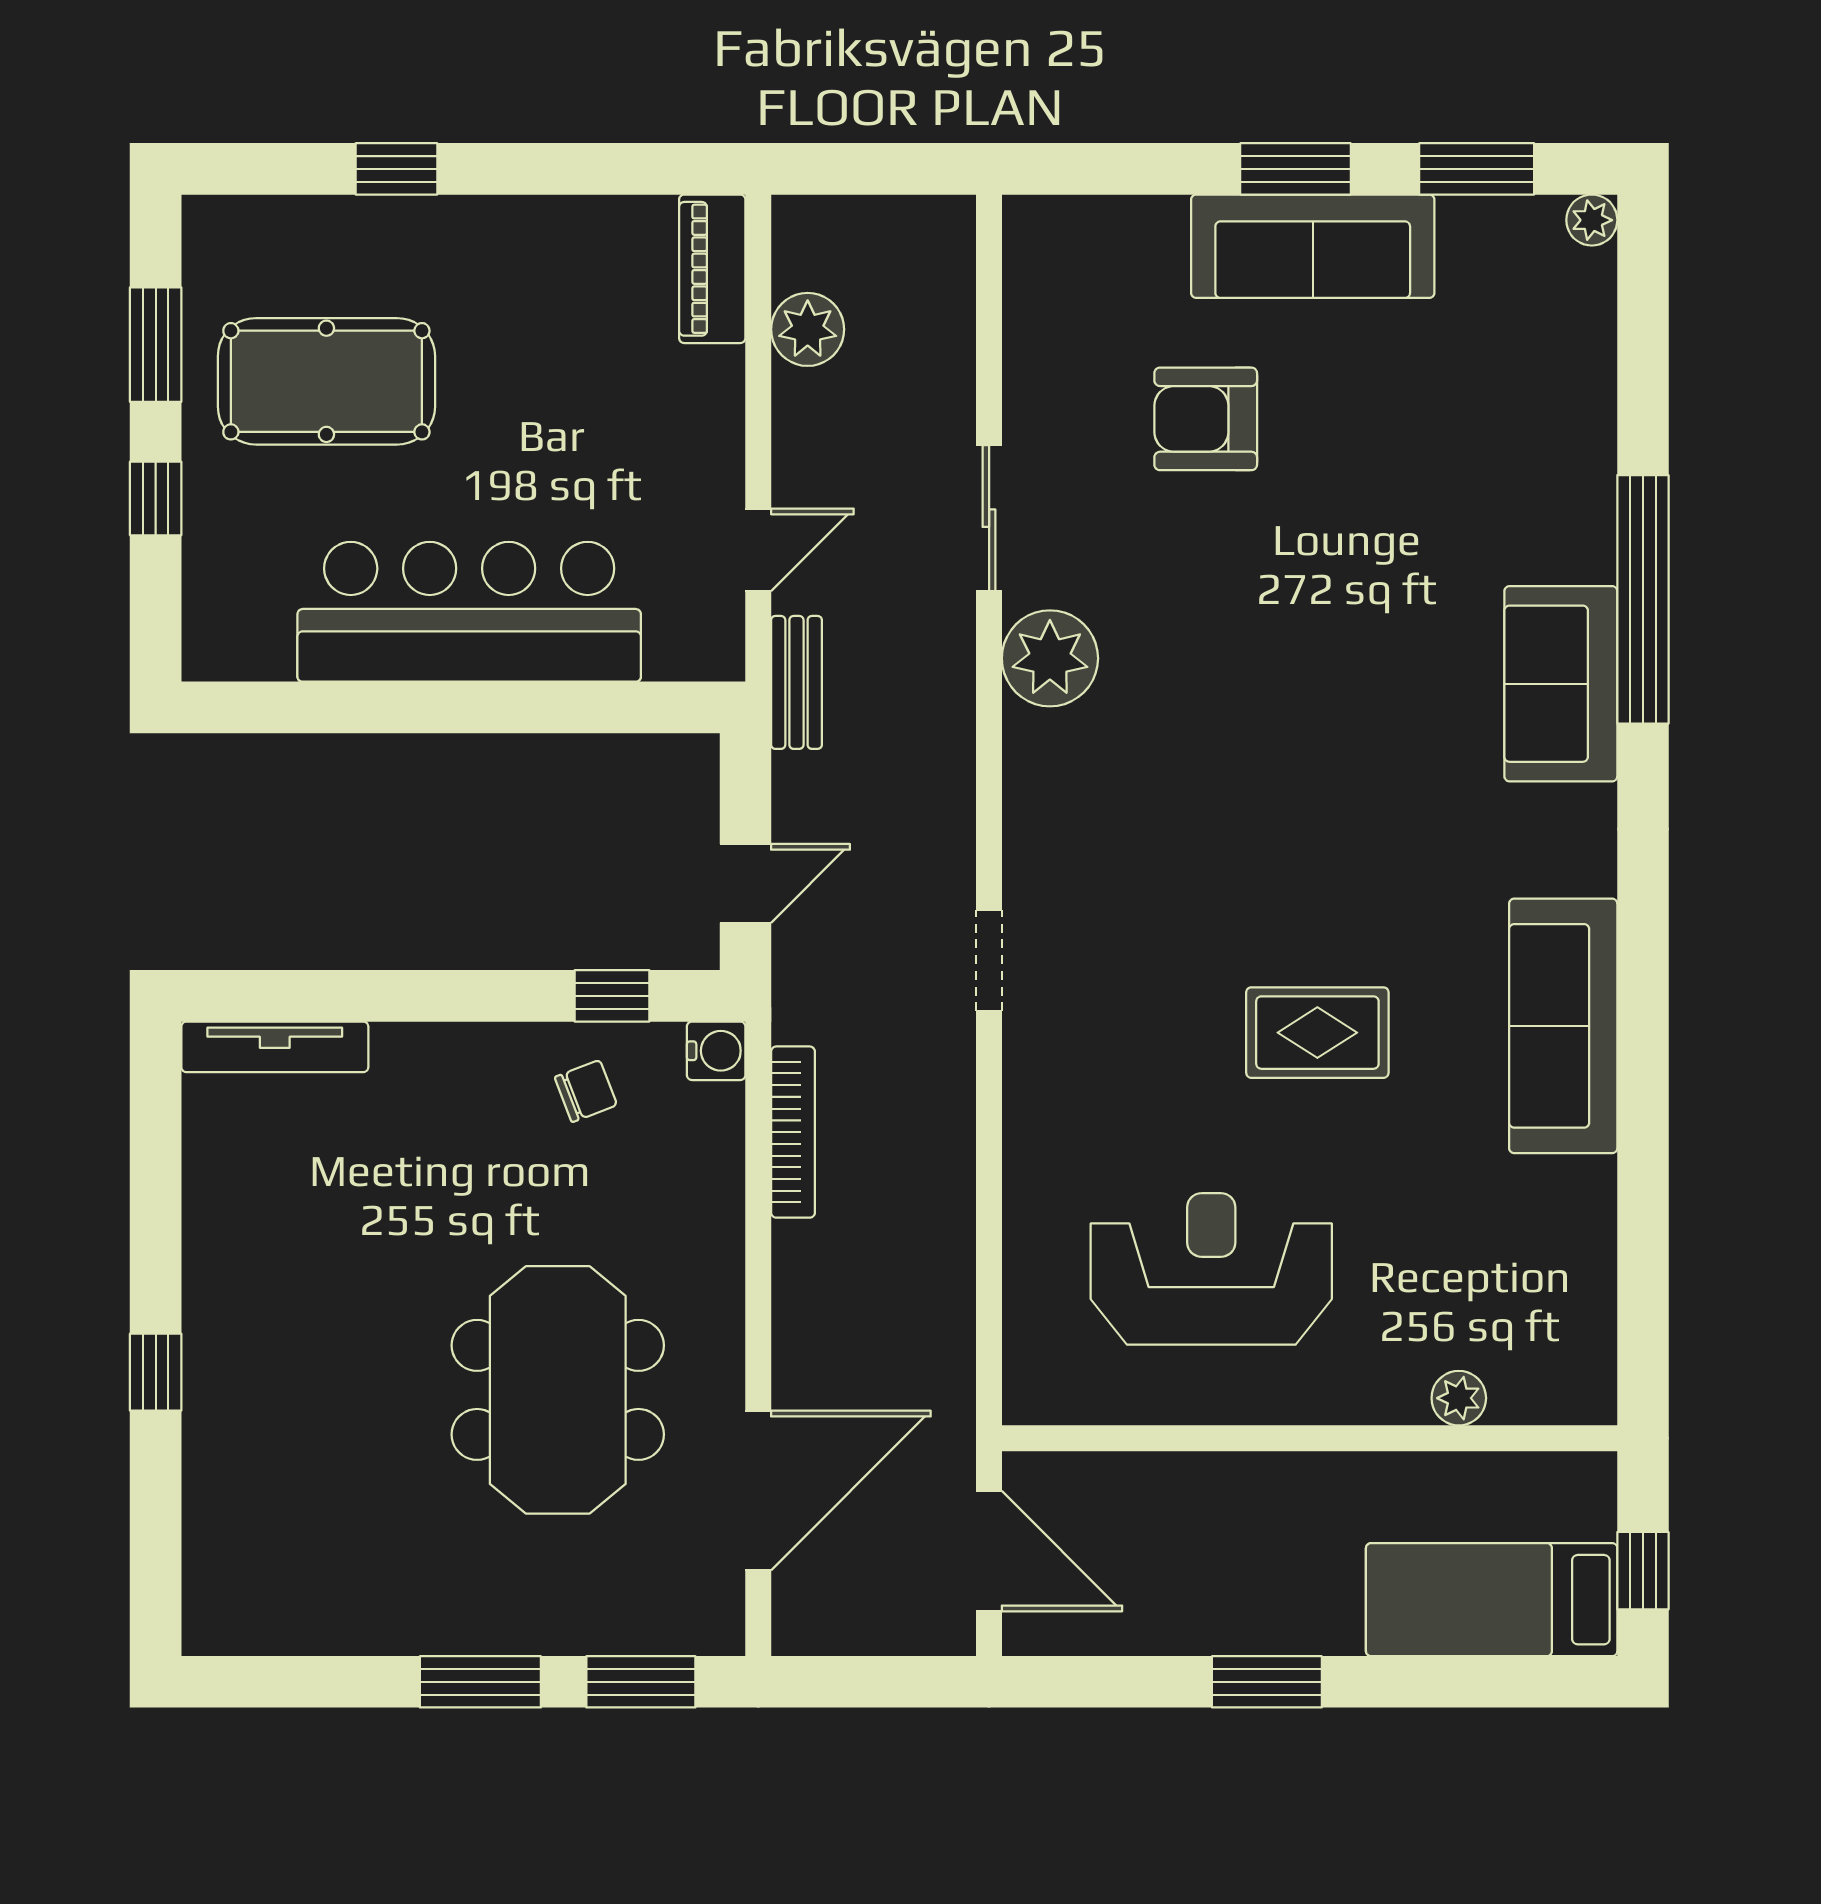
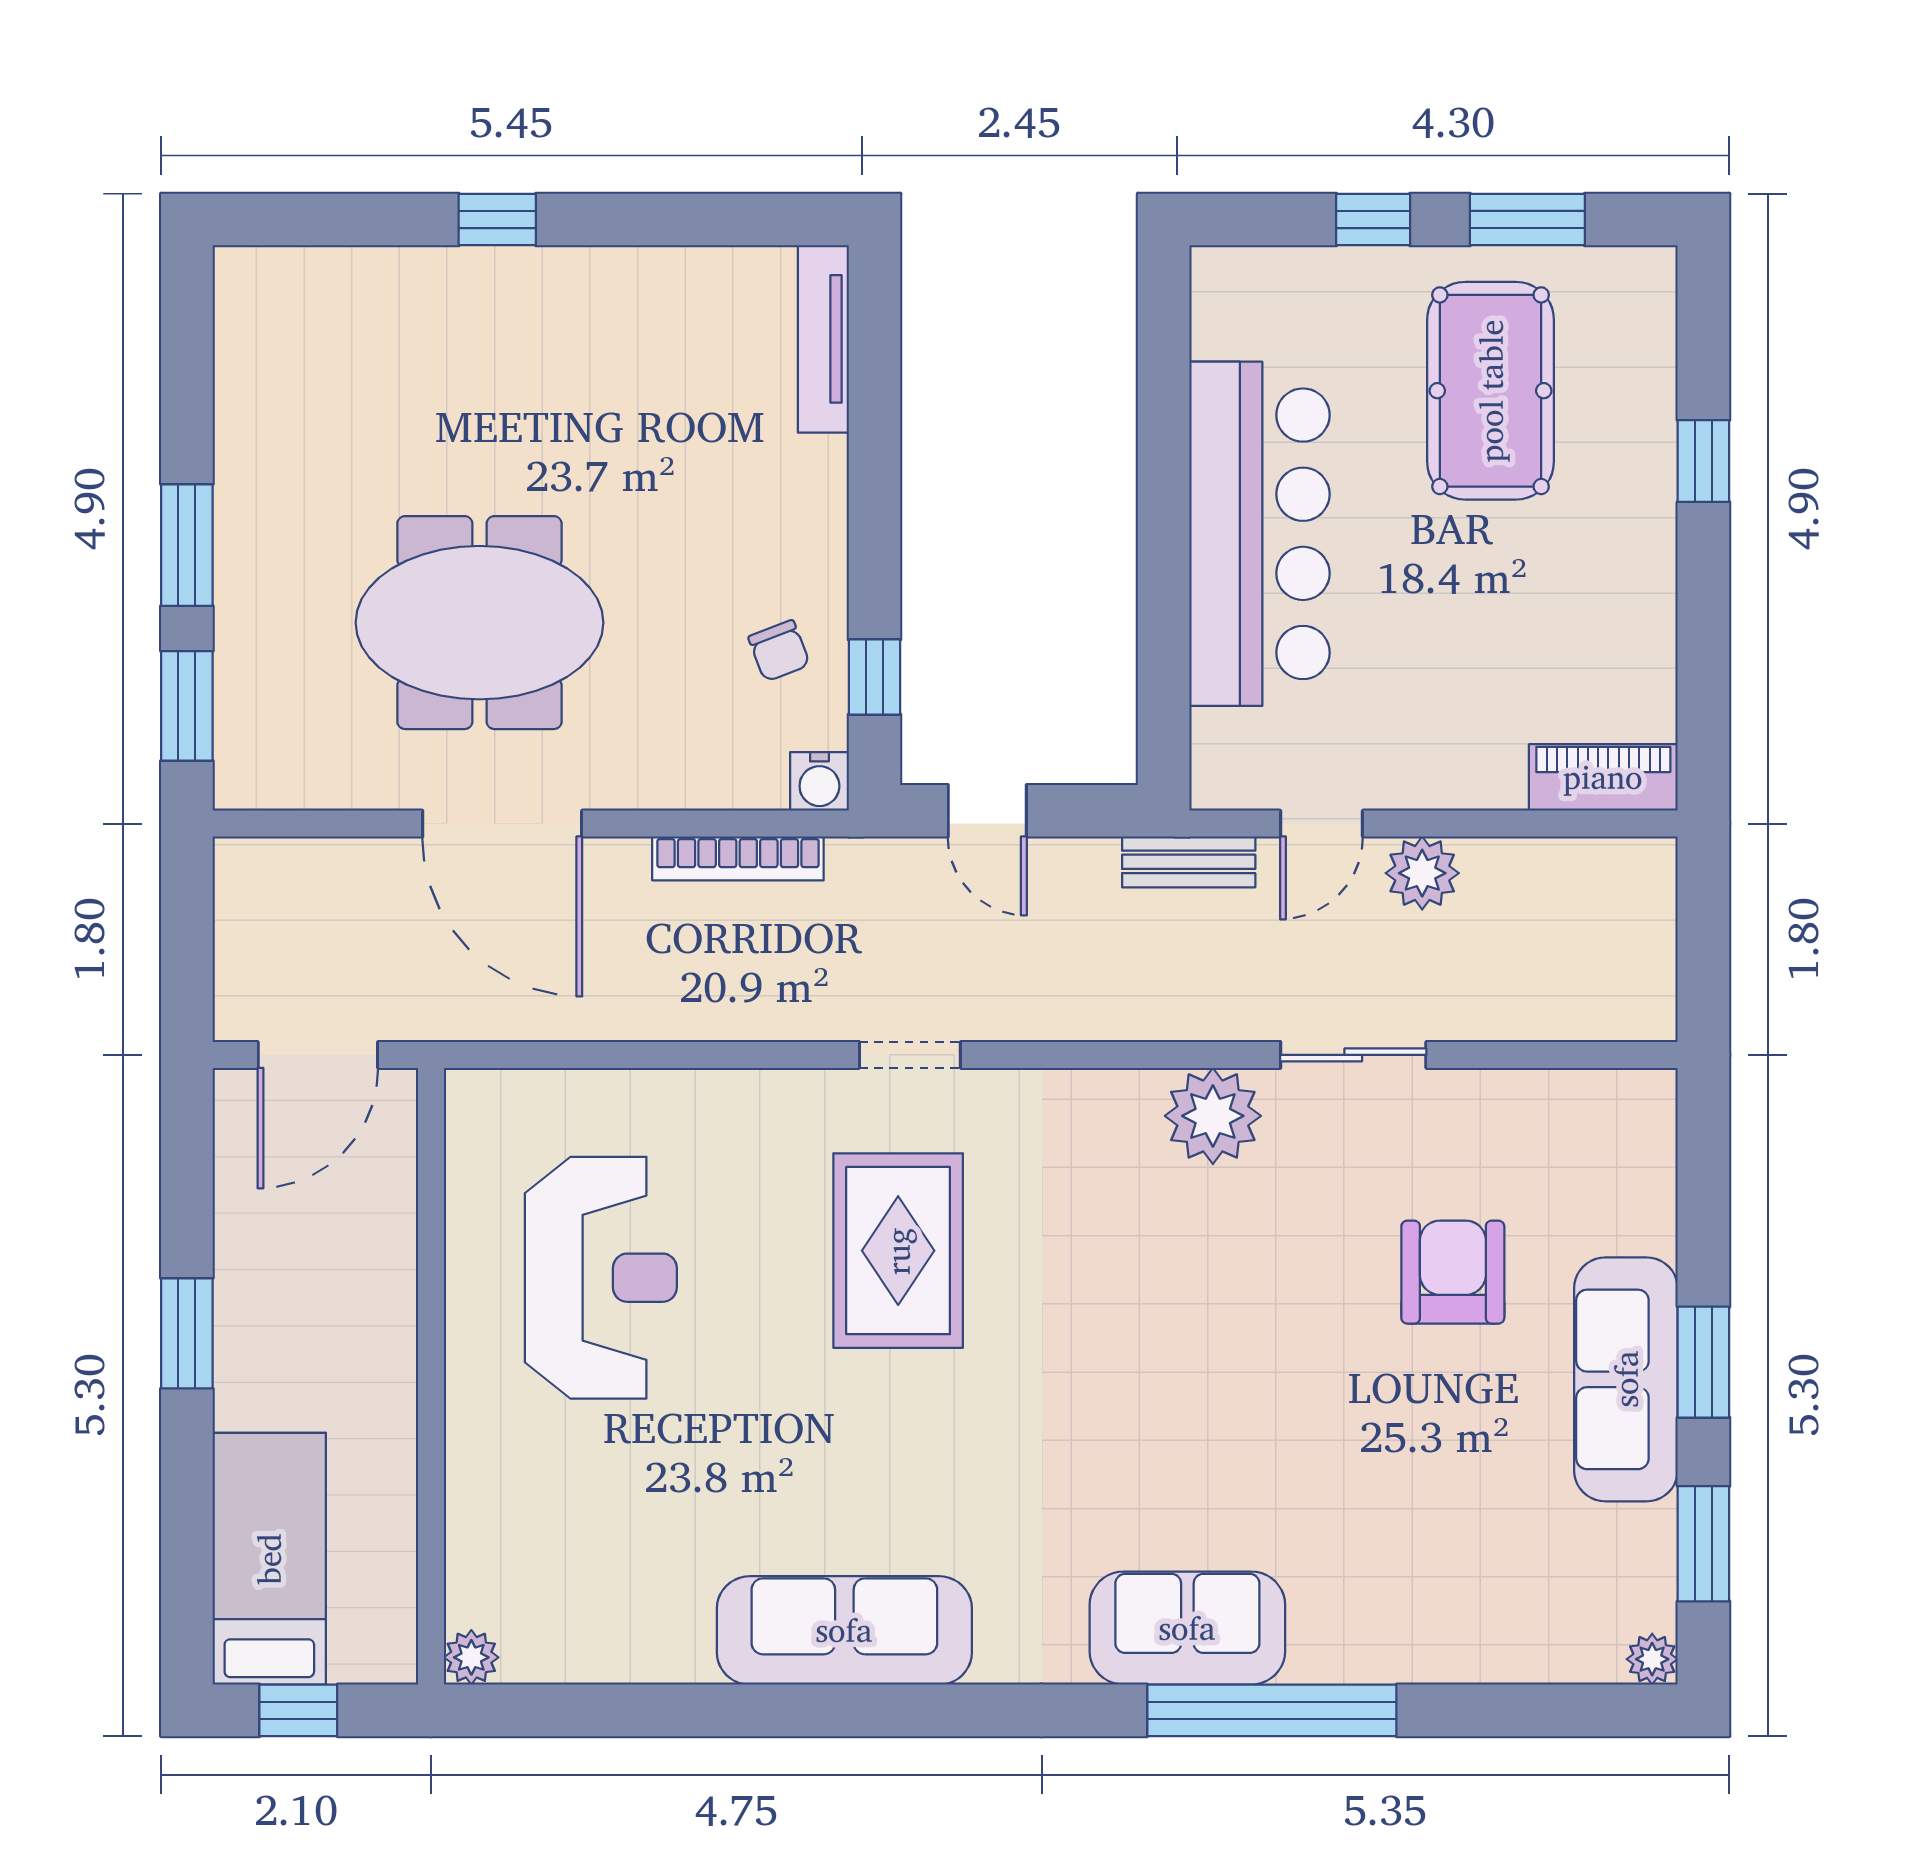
plant: (808, 329) -> (1422, 873), moved
door: (758, 550) -> (1321, 824), hinge flipped
rug: (1317, 1033) -> (898, 1251), moved, width x1.36, depth x1.43
plant: (1459, 1398) -> (471, 1657), moved
door: (758, 1491) -> (502, 824), moved

